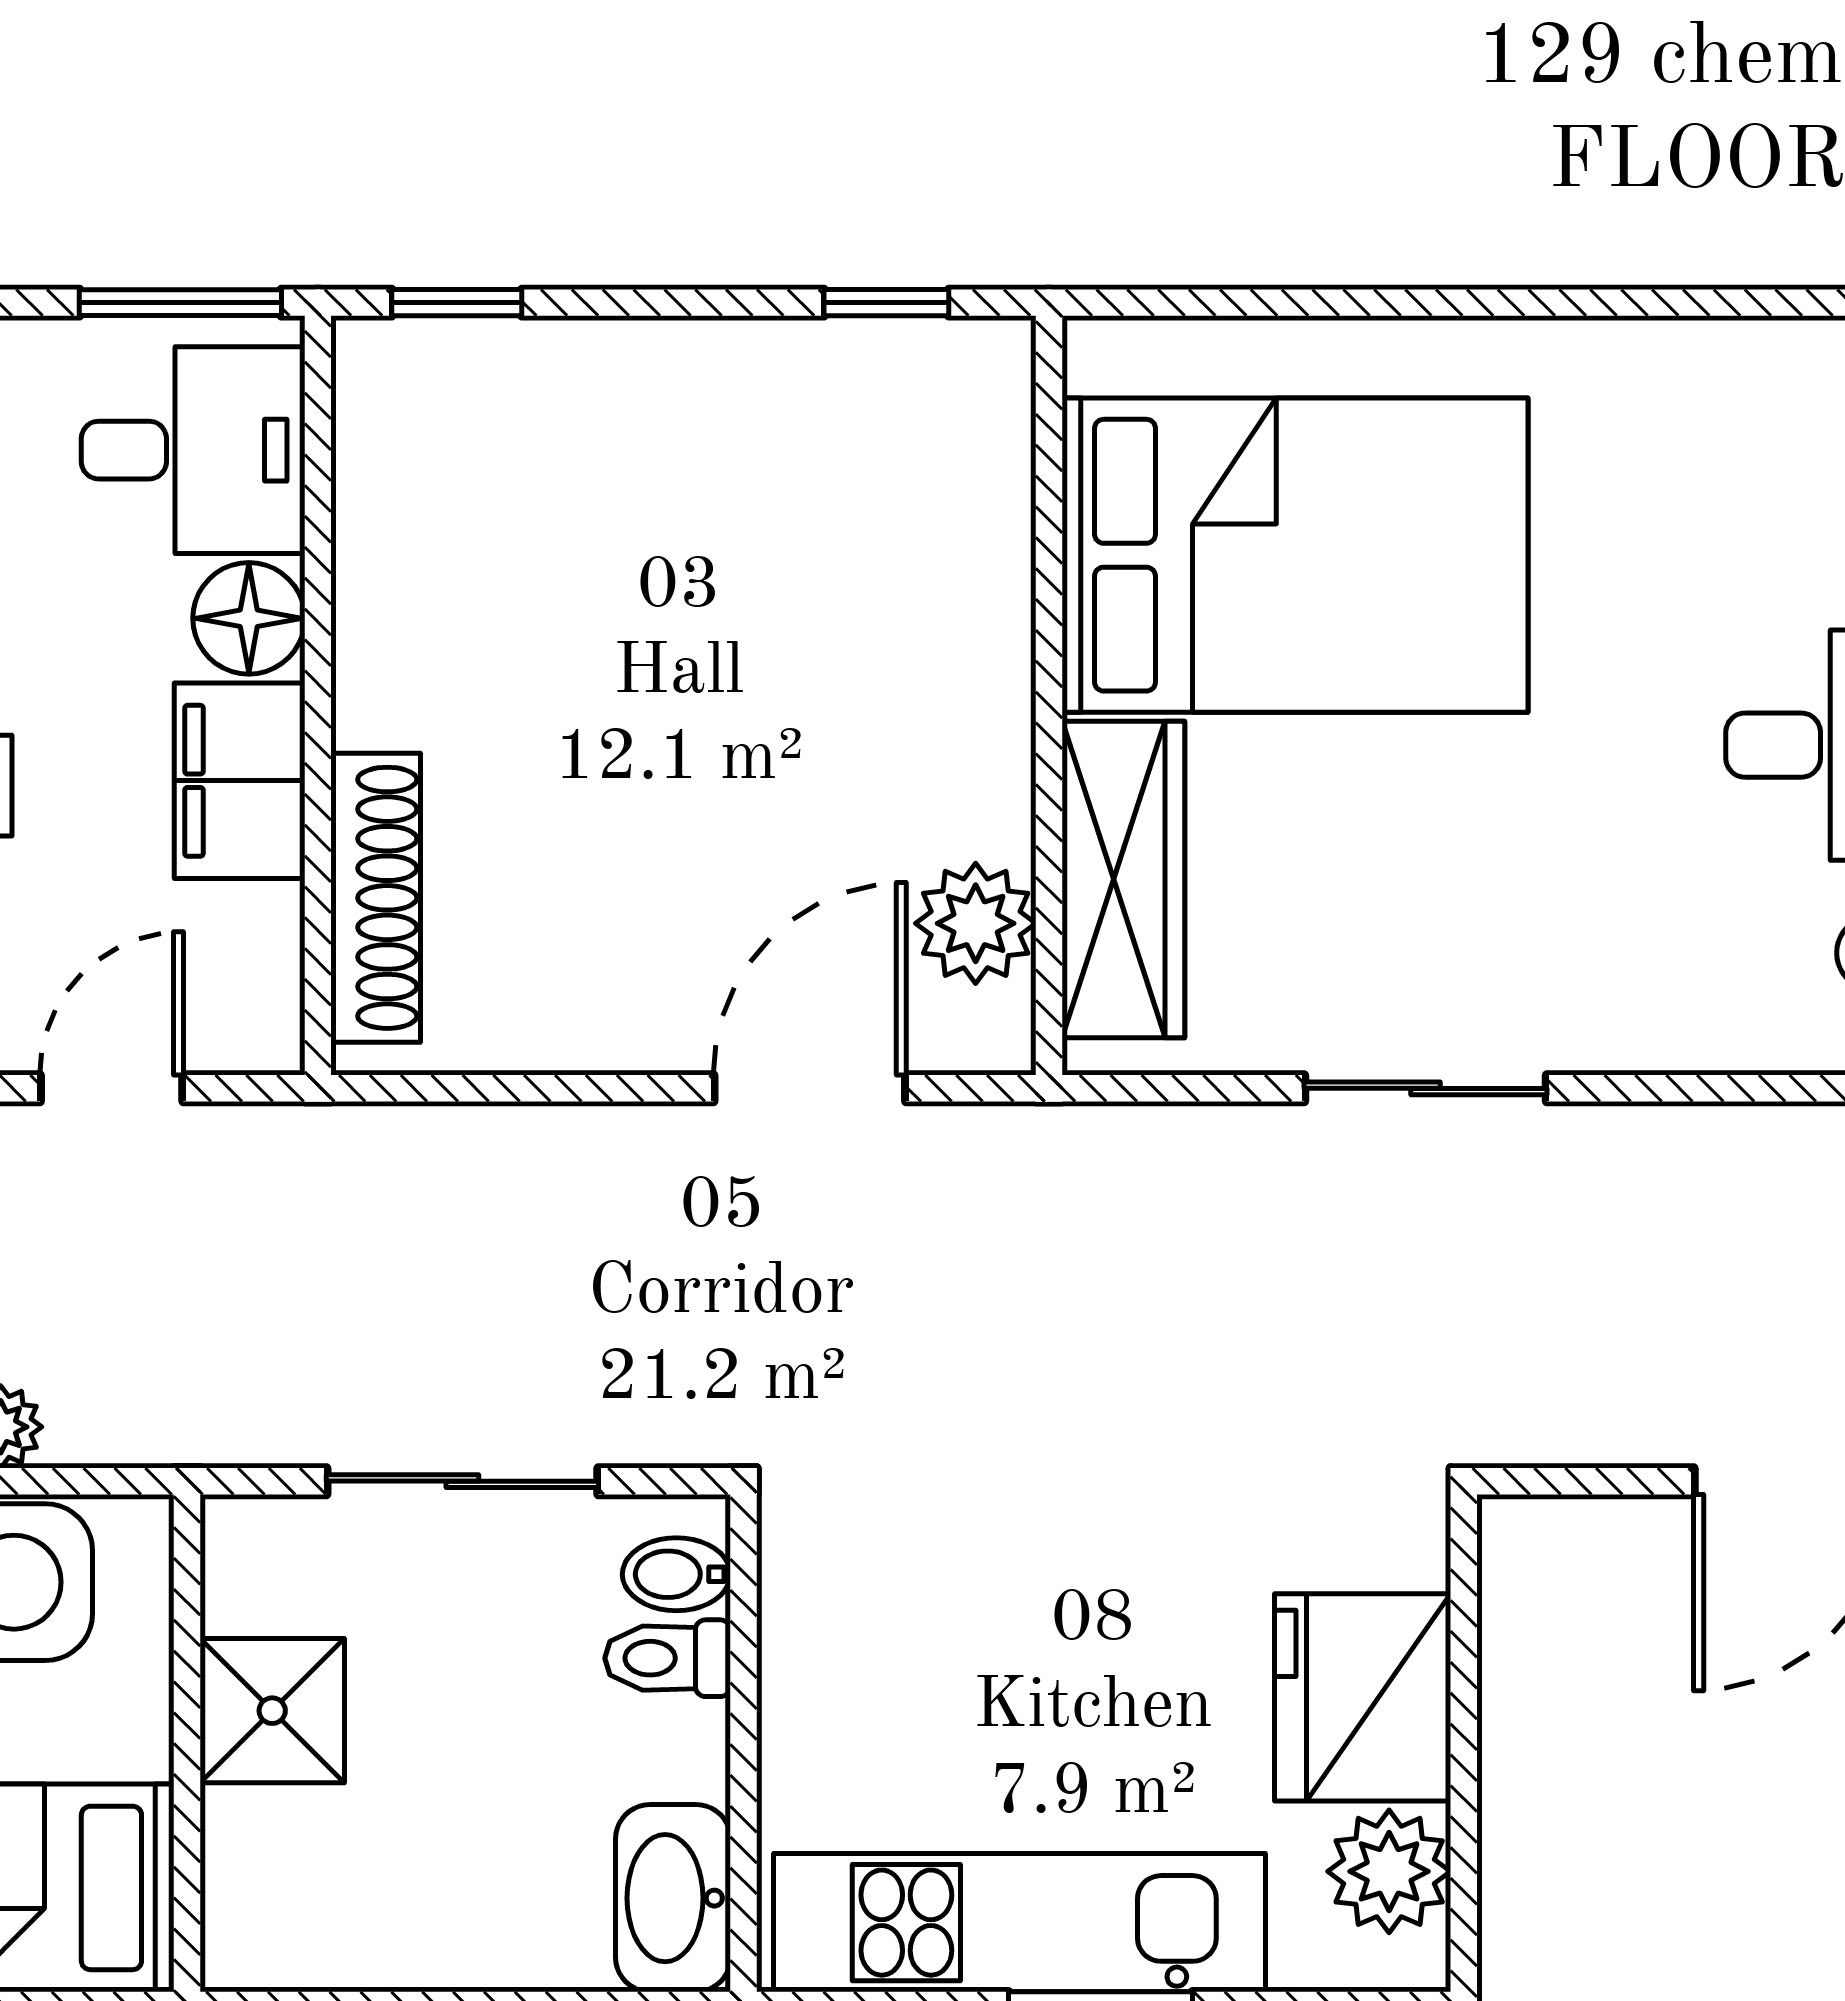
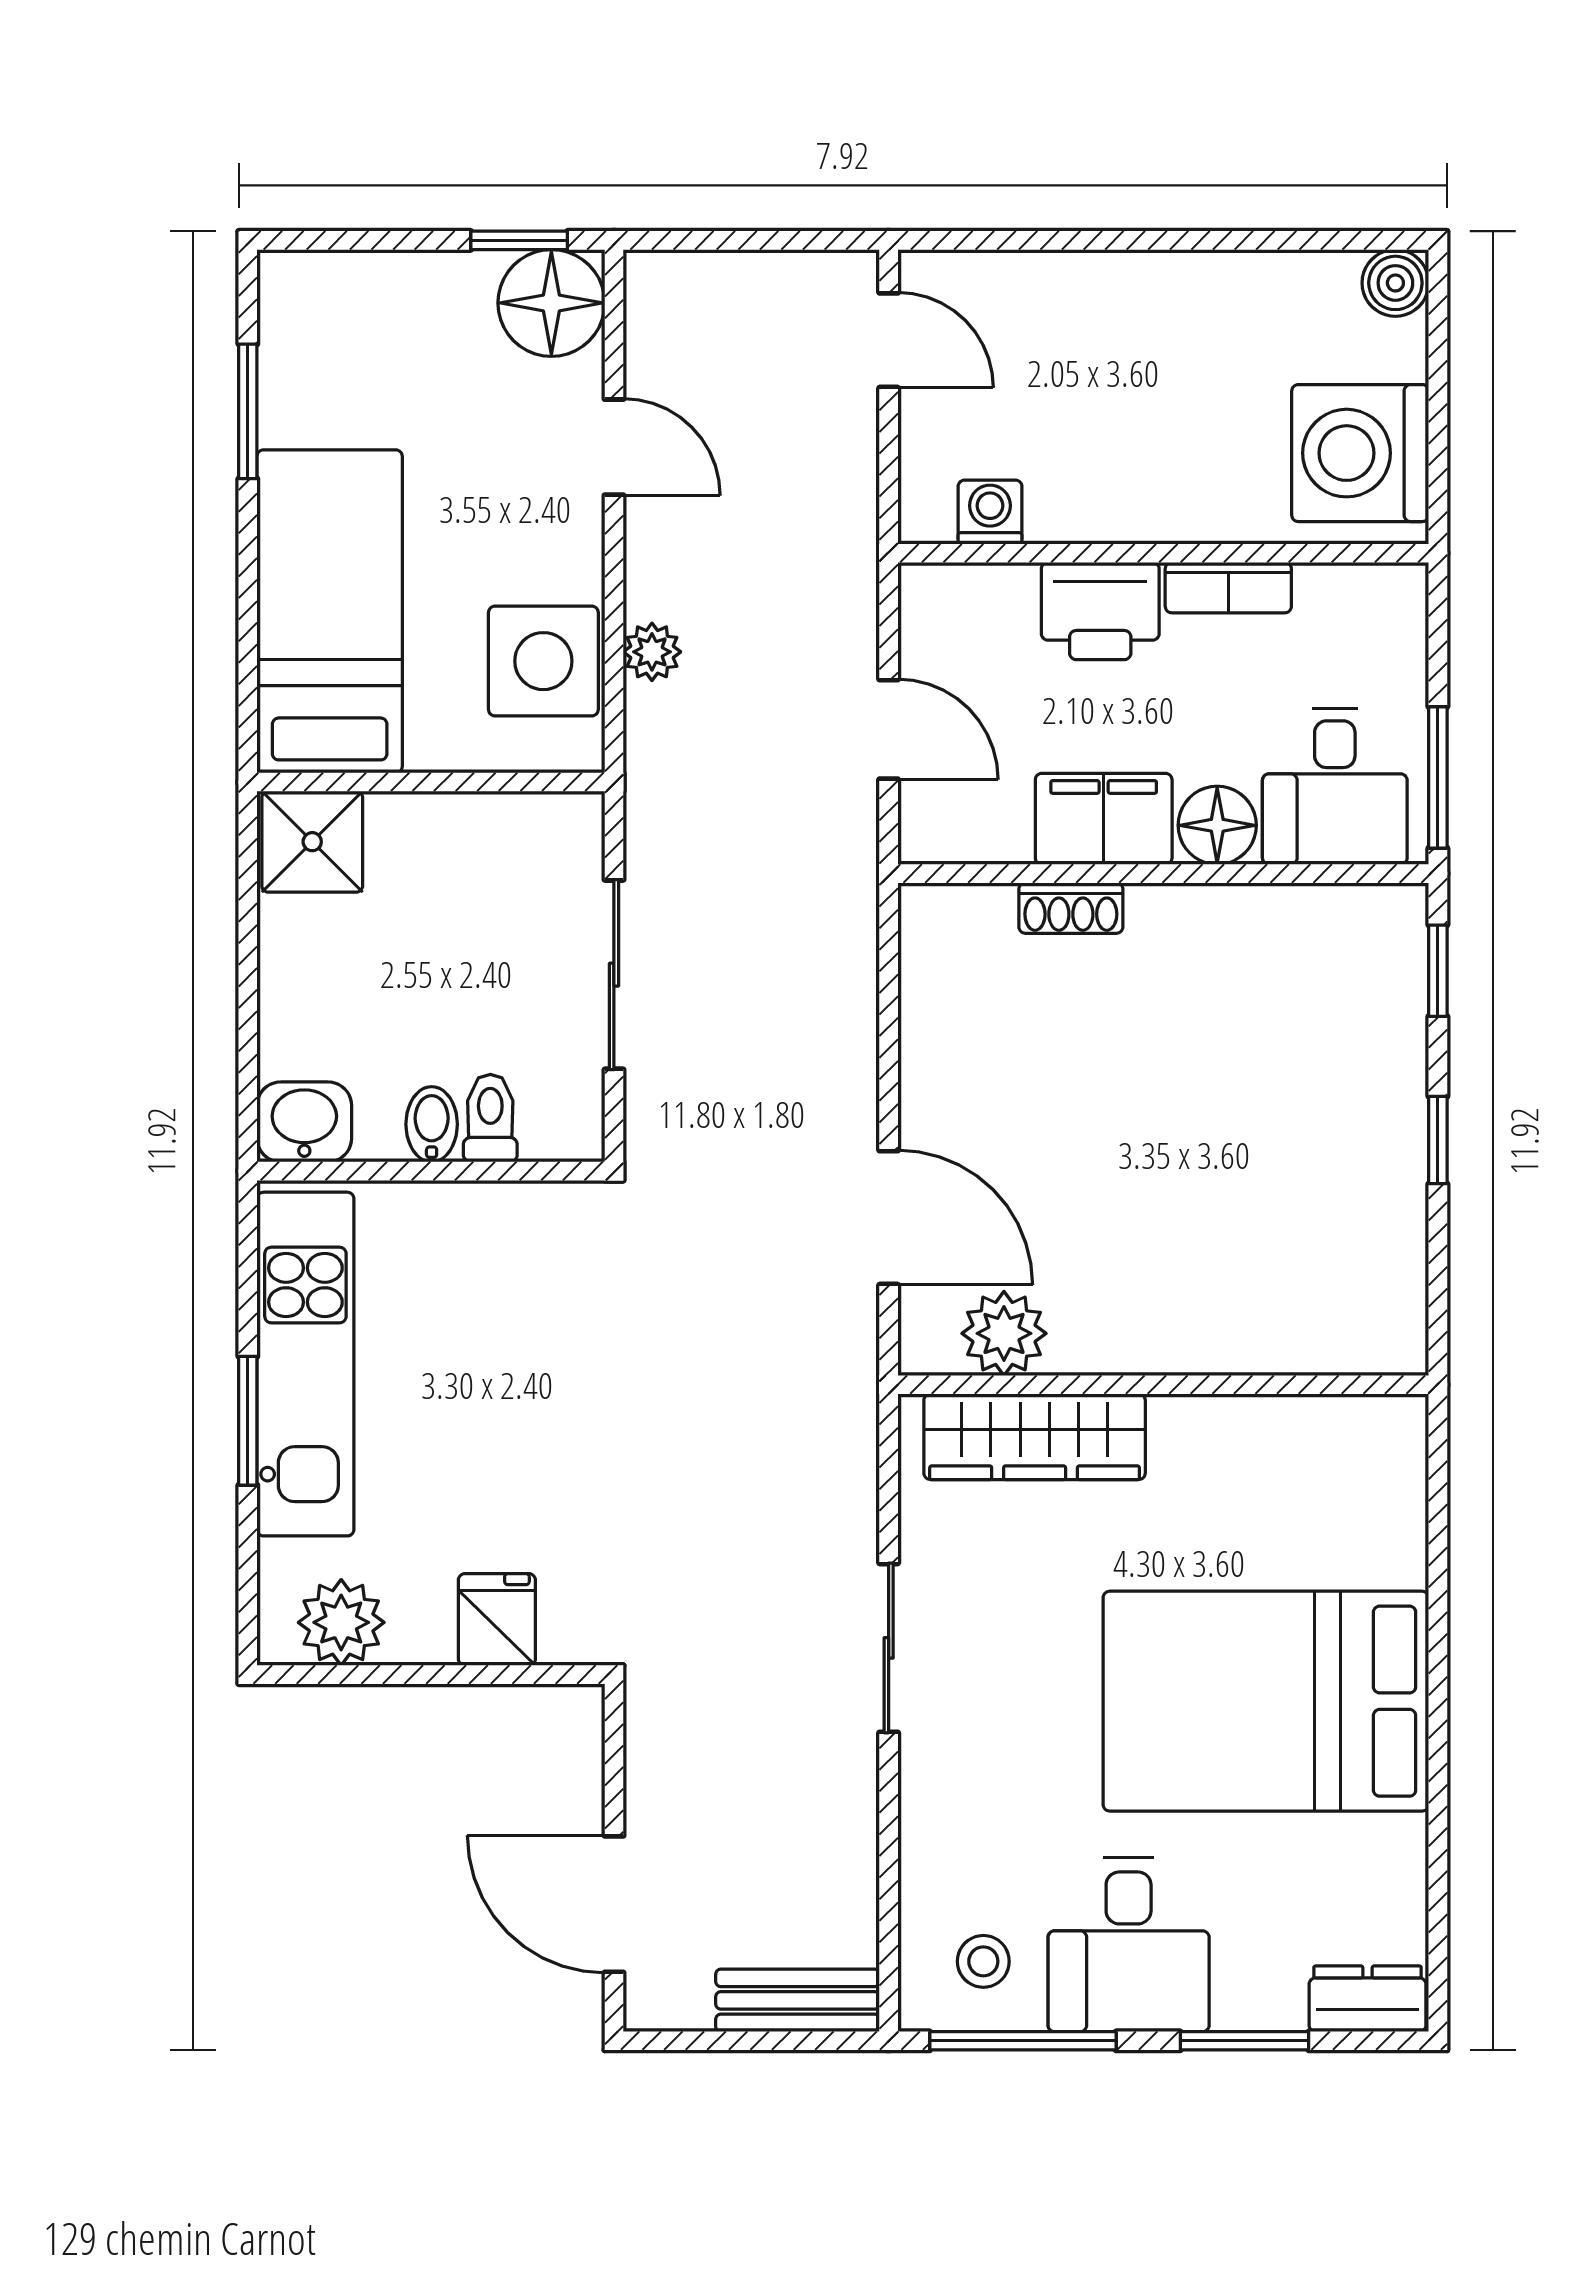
window: (886, 303) -> (1438, 1140), moved
bed: (1295, 555) -> (1266, 1701), moved, turned 90
shoe rack: (376, 898) -> (1071, 908), width x0.51, depth x0.81
bidet: (676, 1574) -> (432, 1124), moved
fridge: (1363, 1697) -> (497, 1620), width x0.53, depth x0.75
shower: (272, 1711) -> (312, 842), moved
washbasin: (673, 1898) -> (304, 1122), width x0.72

